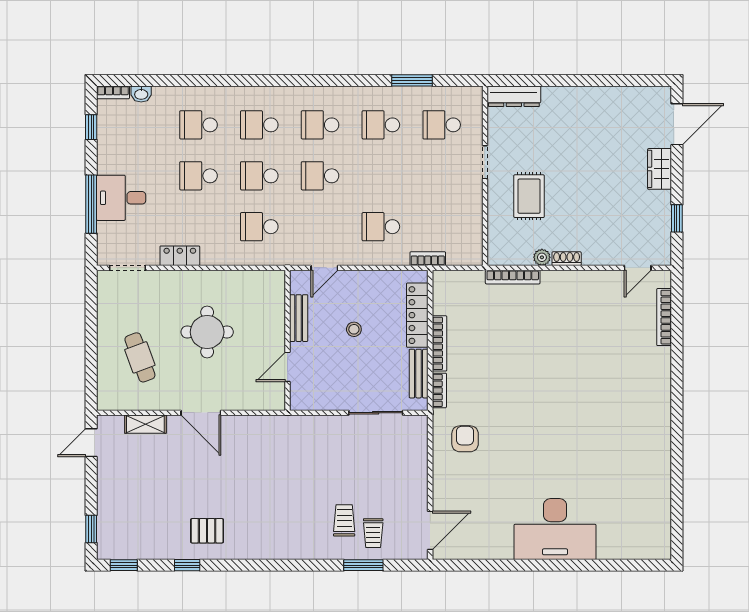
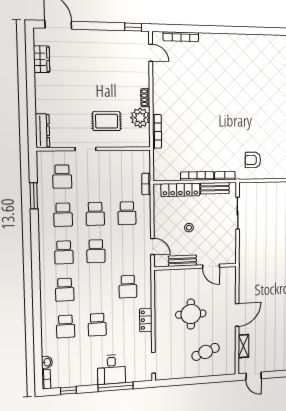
wardrobe: (660, 169) -> (42, 59), moved, turned -90
school desk: (259, 176) -> (95, 214), moved
window: (677, 218) -> (133, 27), moved
locker: (180, 256) -> (146, 320), moved
plant: (542, 257) -> (140, 118), width x1.87, depth x1.87

